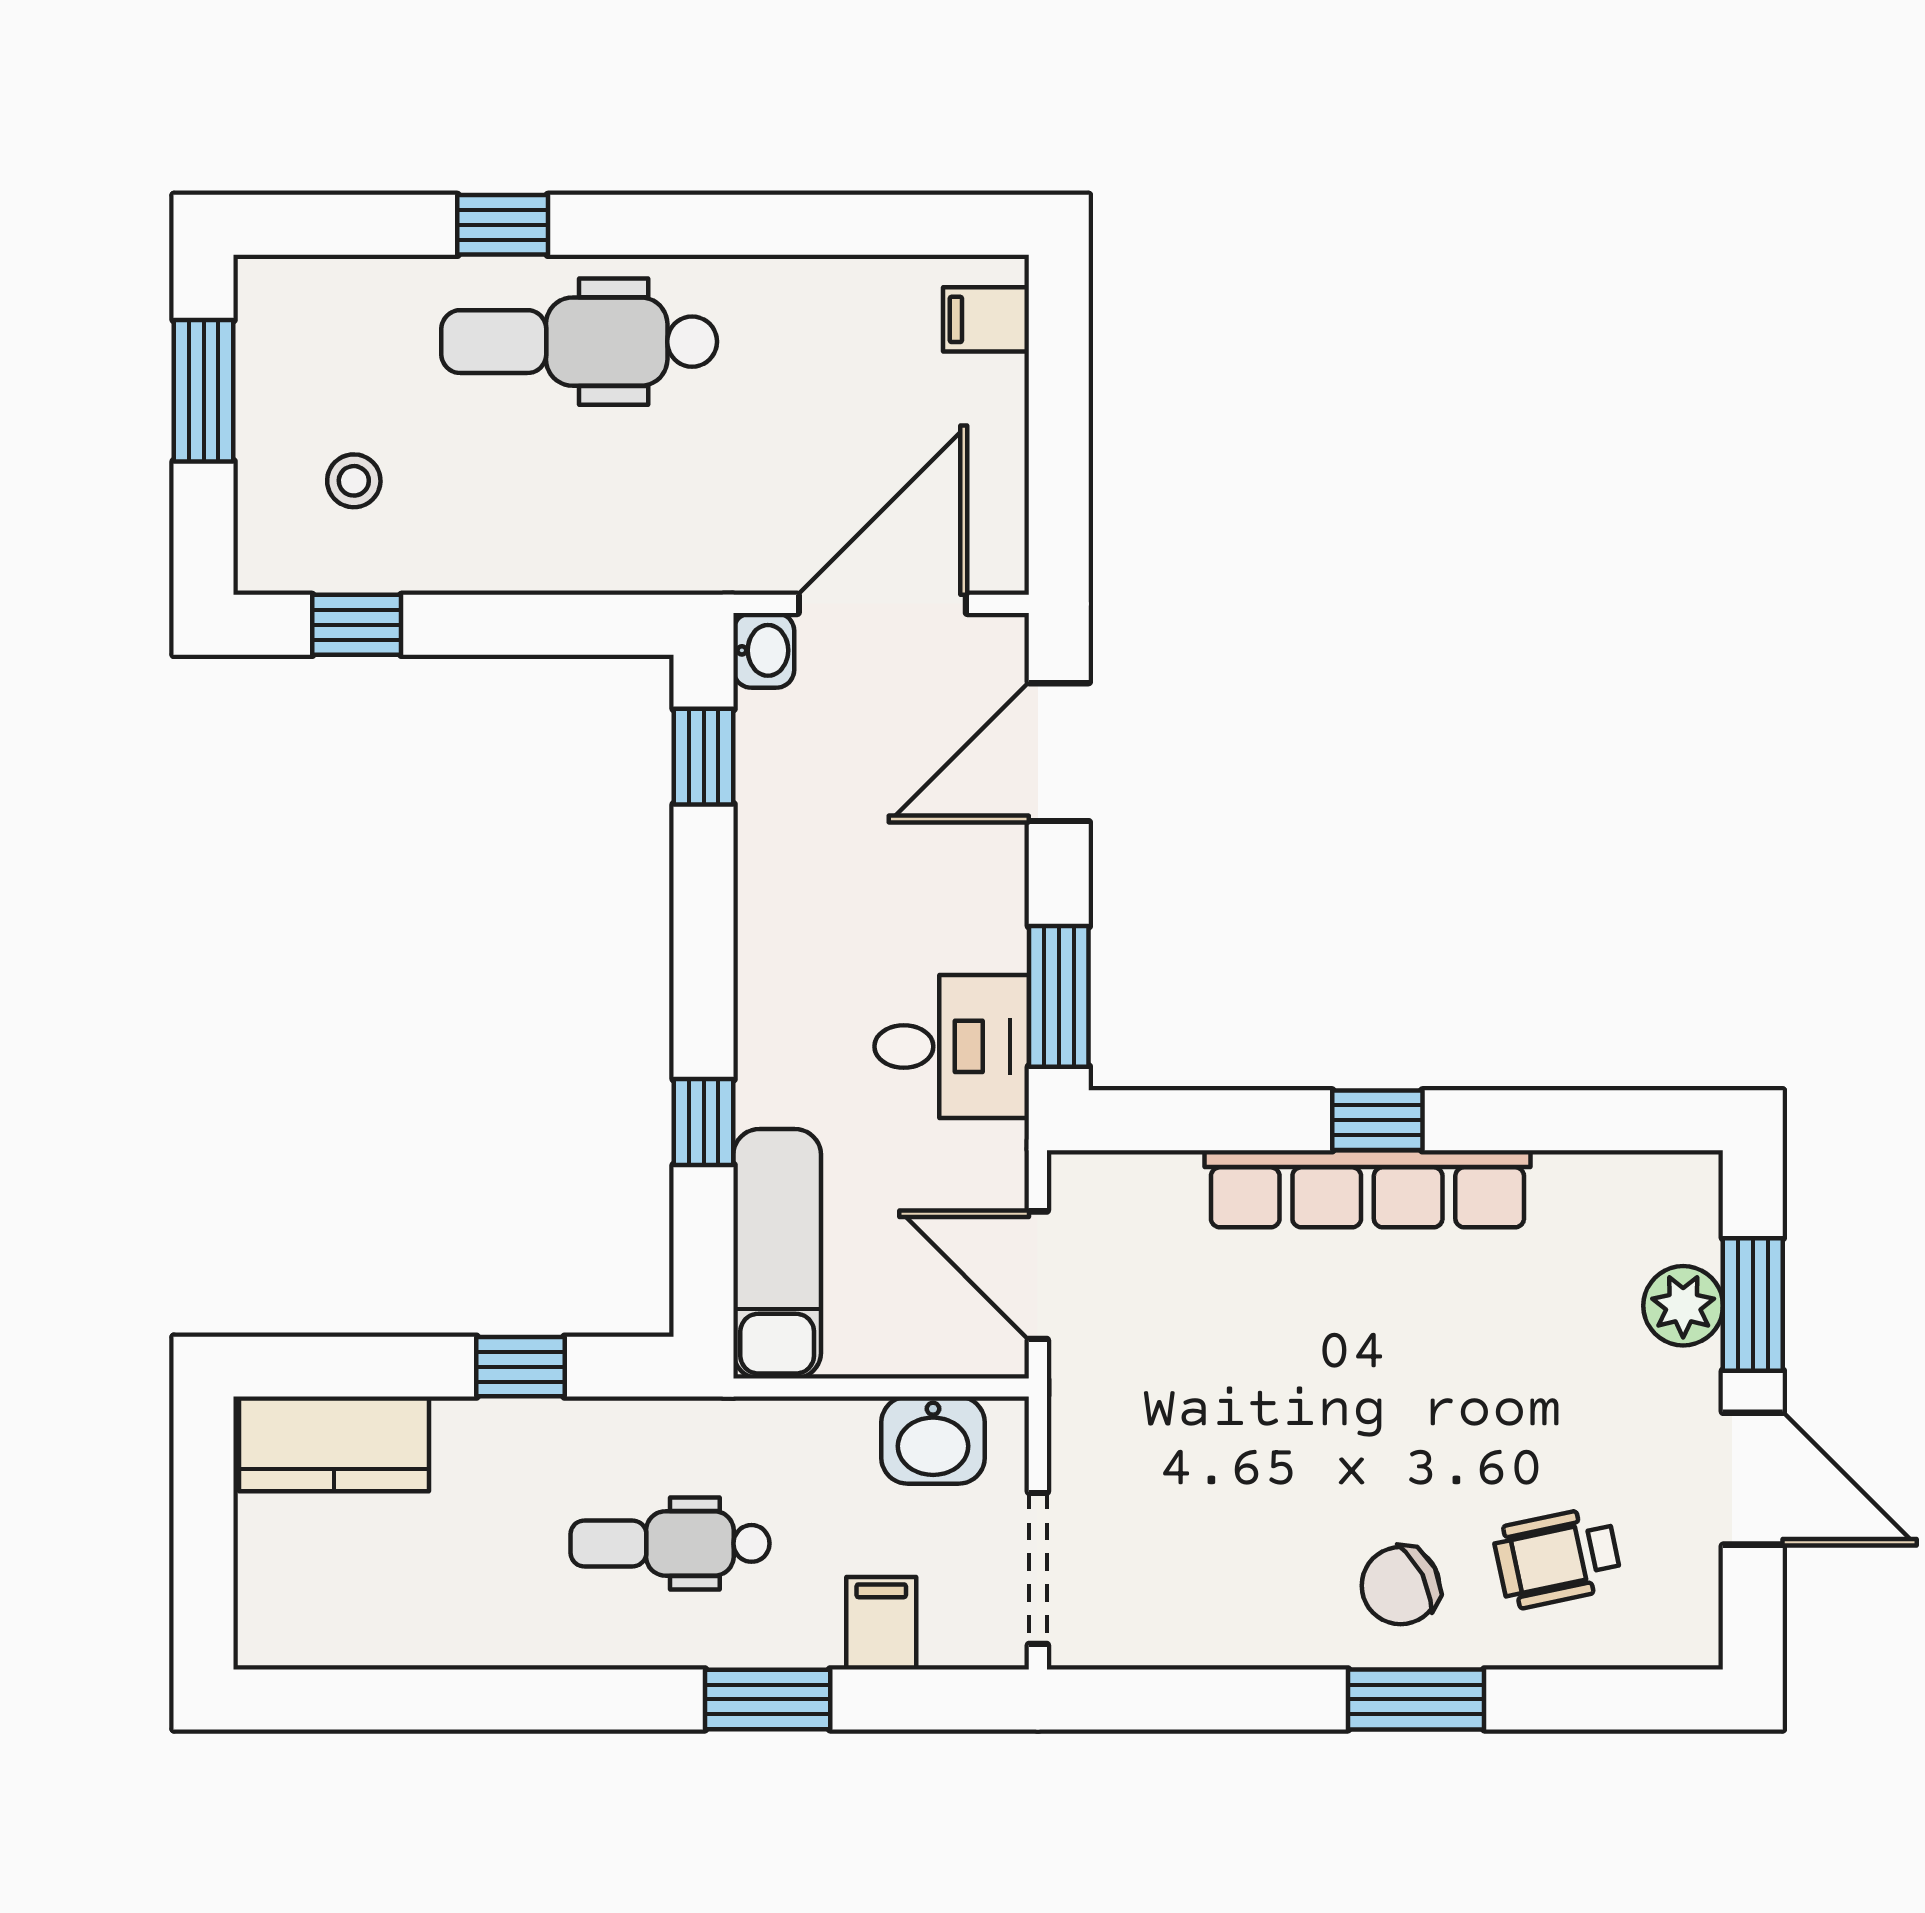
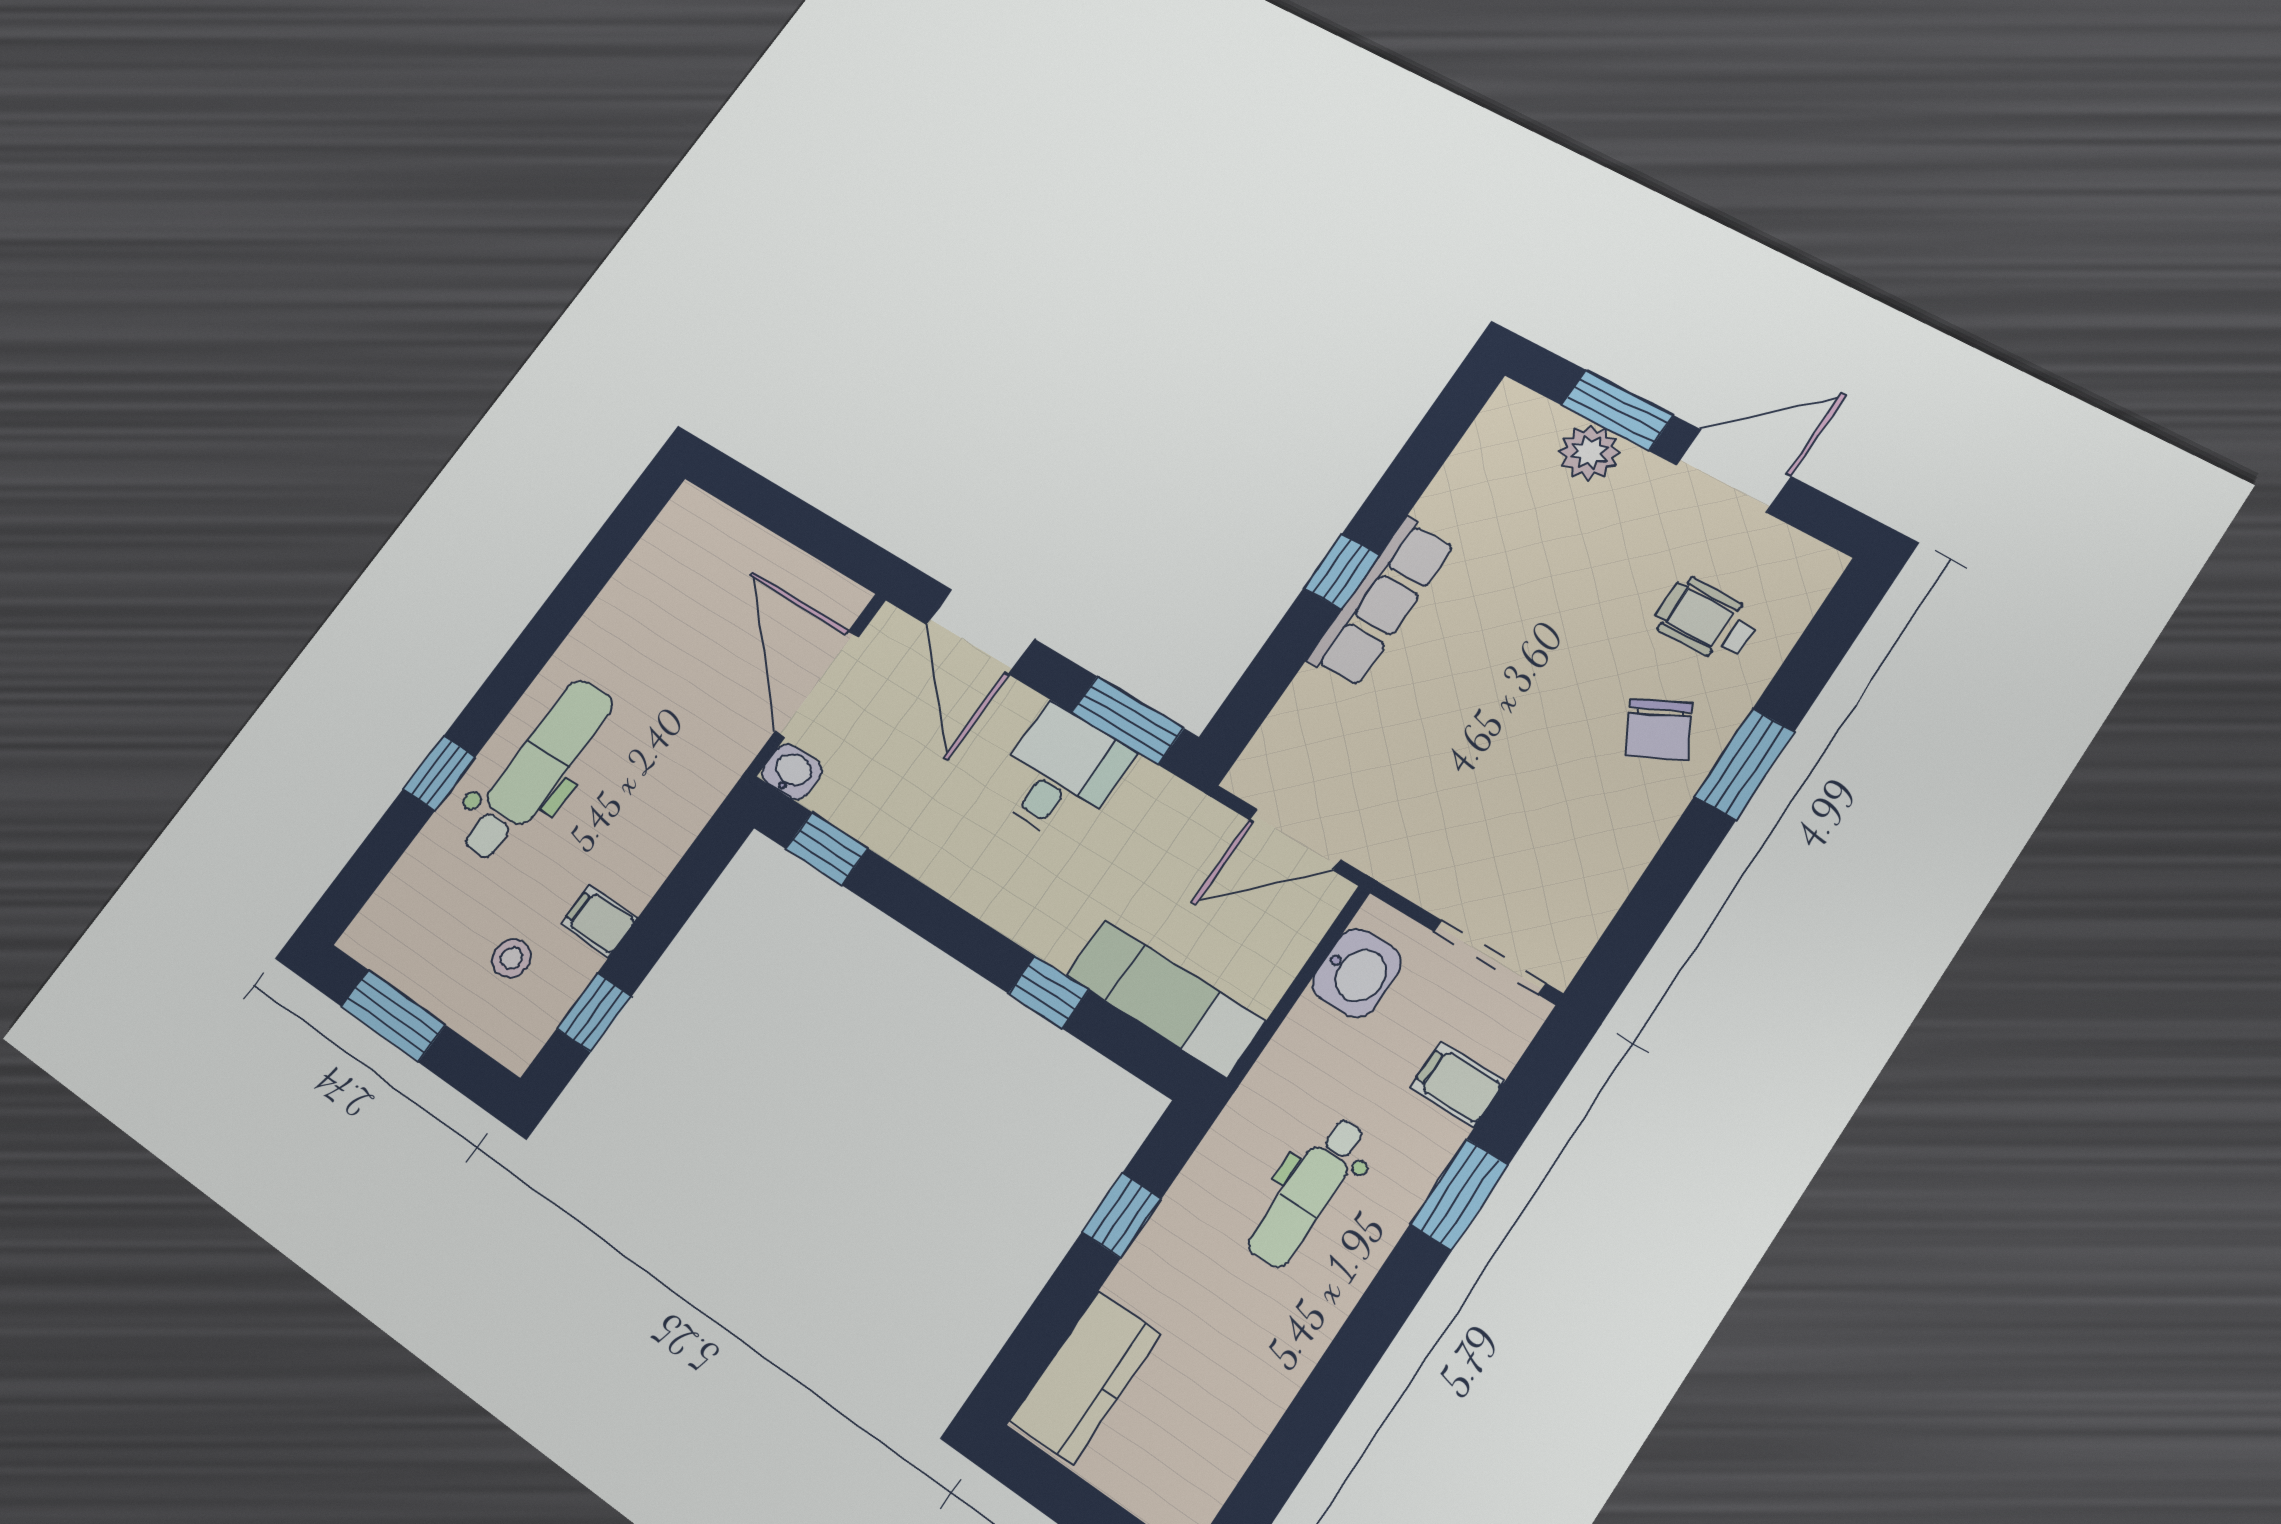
filing cabinet: (986, 319) -> (599, 921), moved, turned 90
dental chair: (579, 342) -> (536, 770), turned 180
desk: (952, 1046) -> (1060, 774), moved
row of seats: (1367, 1189) -> (1381, 602), width x0.73
wheelchair: (1557, 1558) -> (1706, 620), turned 102

